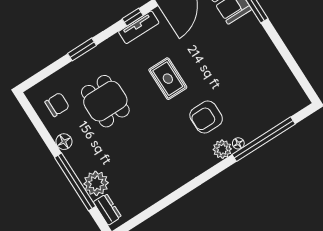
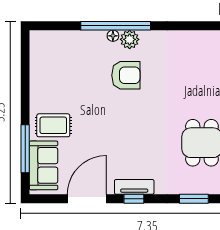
rug: (168, 79) -> (53, 125), moved, turned 90
window: (264, 139) -> (116, 26), moved

